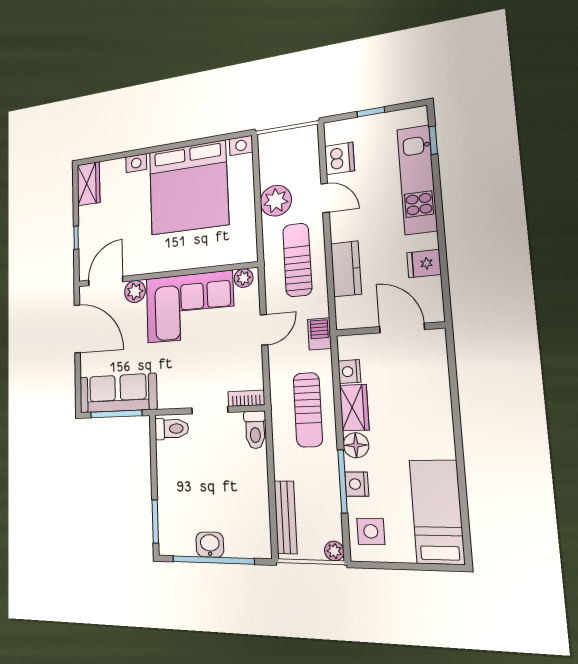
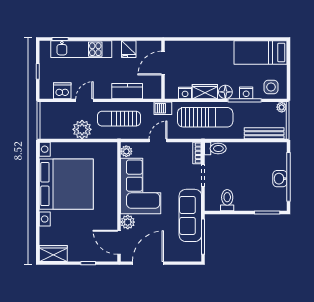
door: (264, 330) -> (158, 140), hinge flipped
sofa: (118, 393) -> (190, 215), moved
sun lounger: (308, 410) -> (205, 117), width x1.36, depth x1.34
toilet: (172, 429) -> (227, 200), moved

